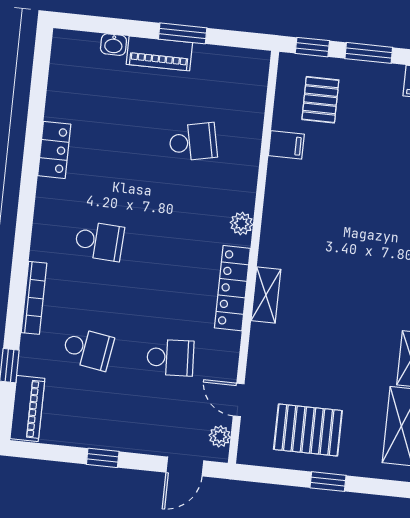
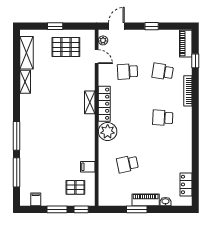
pallet: (320, 100) -> (75, 187), turned 90
locker: (54, 150) -> (186, 184), moved
plant: (242, 224) -> (108, 131), width x1.87, depth x1.87

